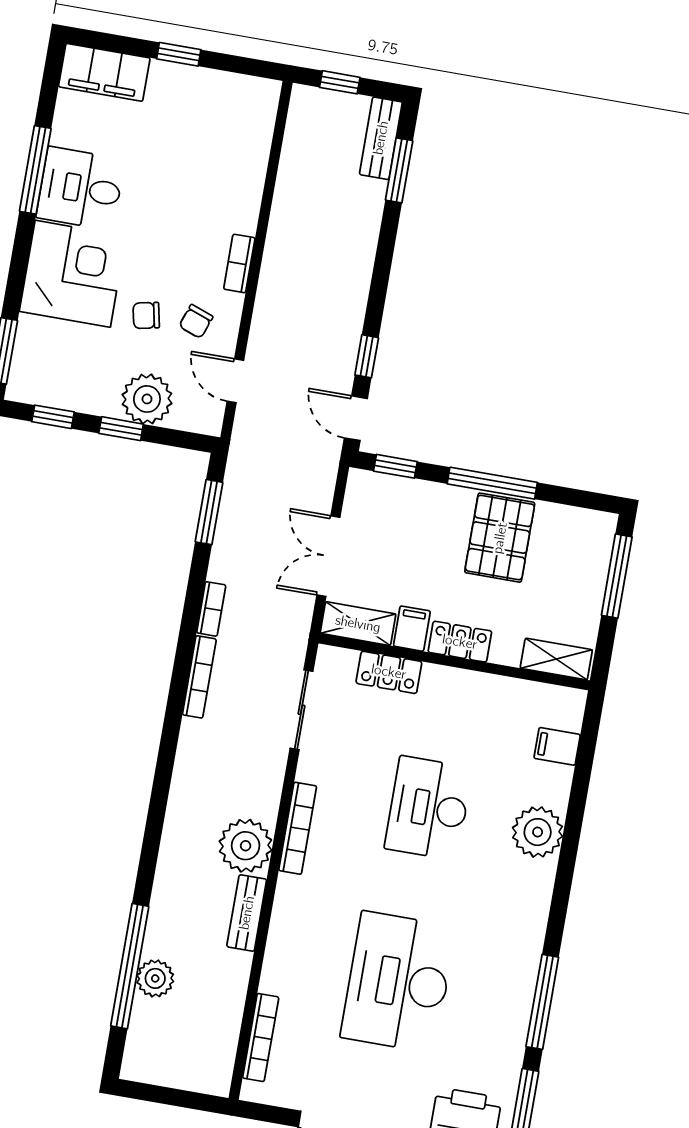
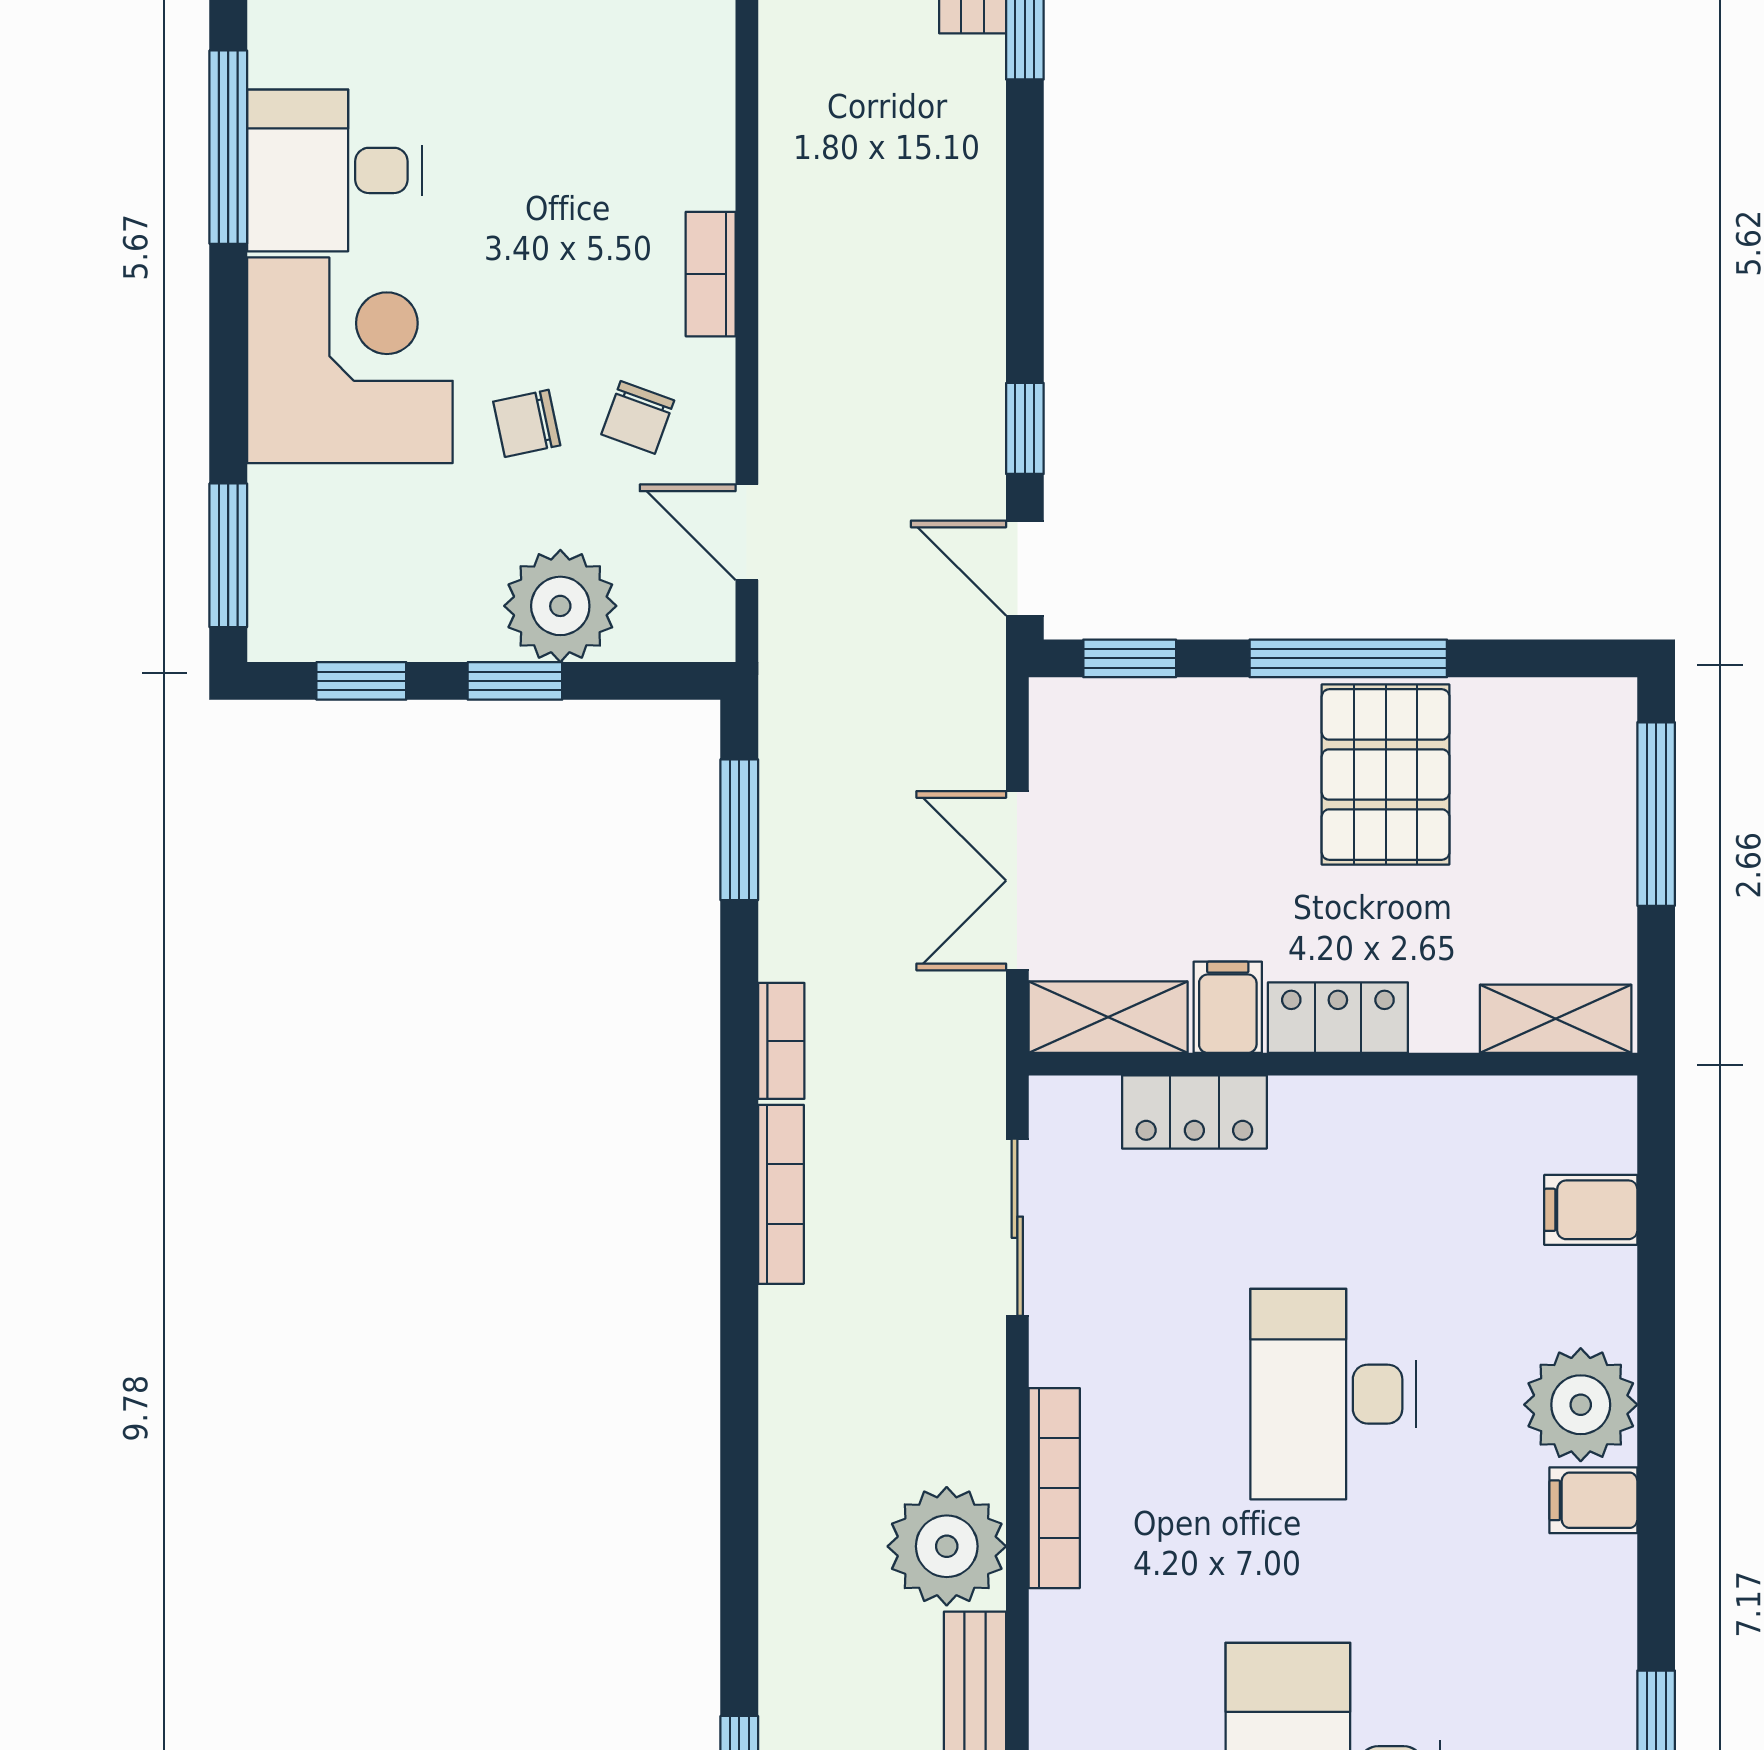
filing cabinet: (536, 875) -> (1593, 1500), added

